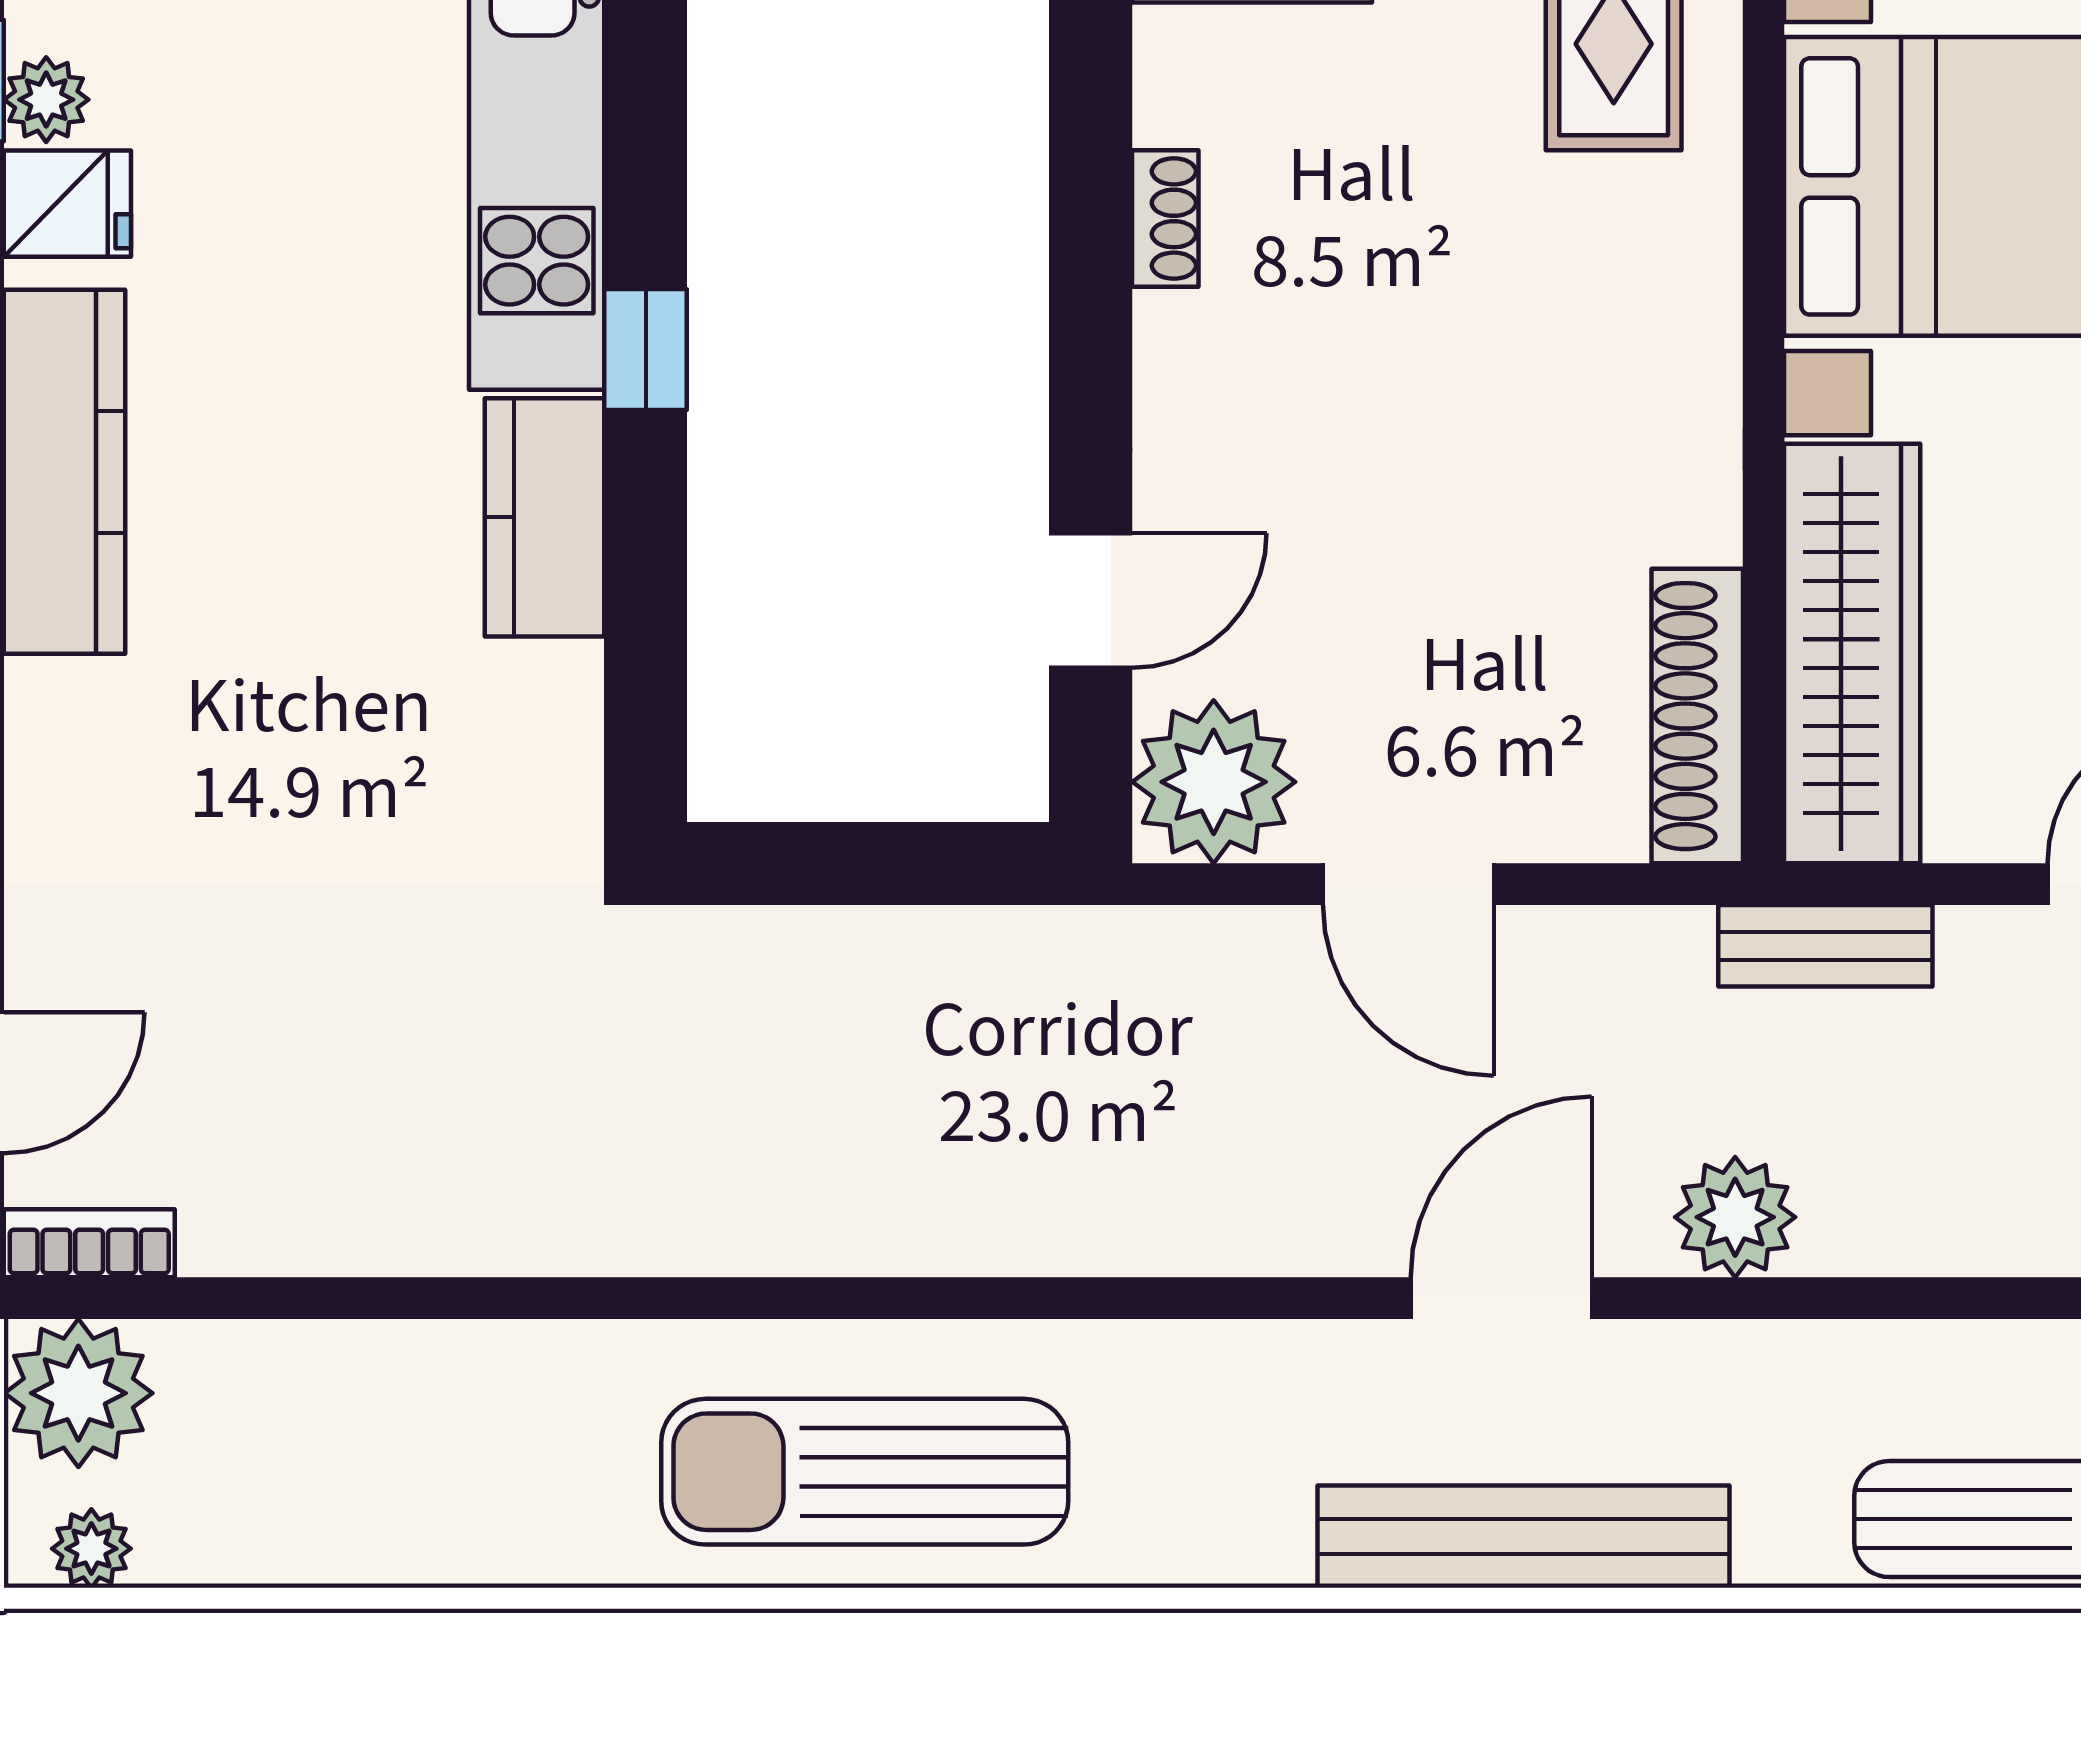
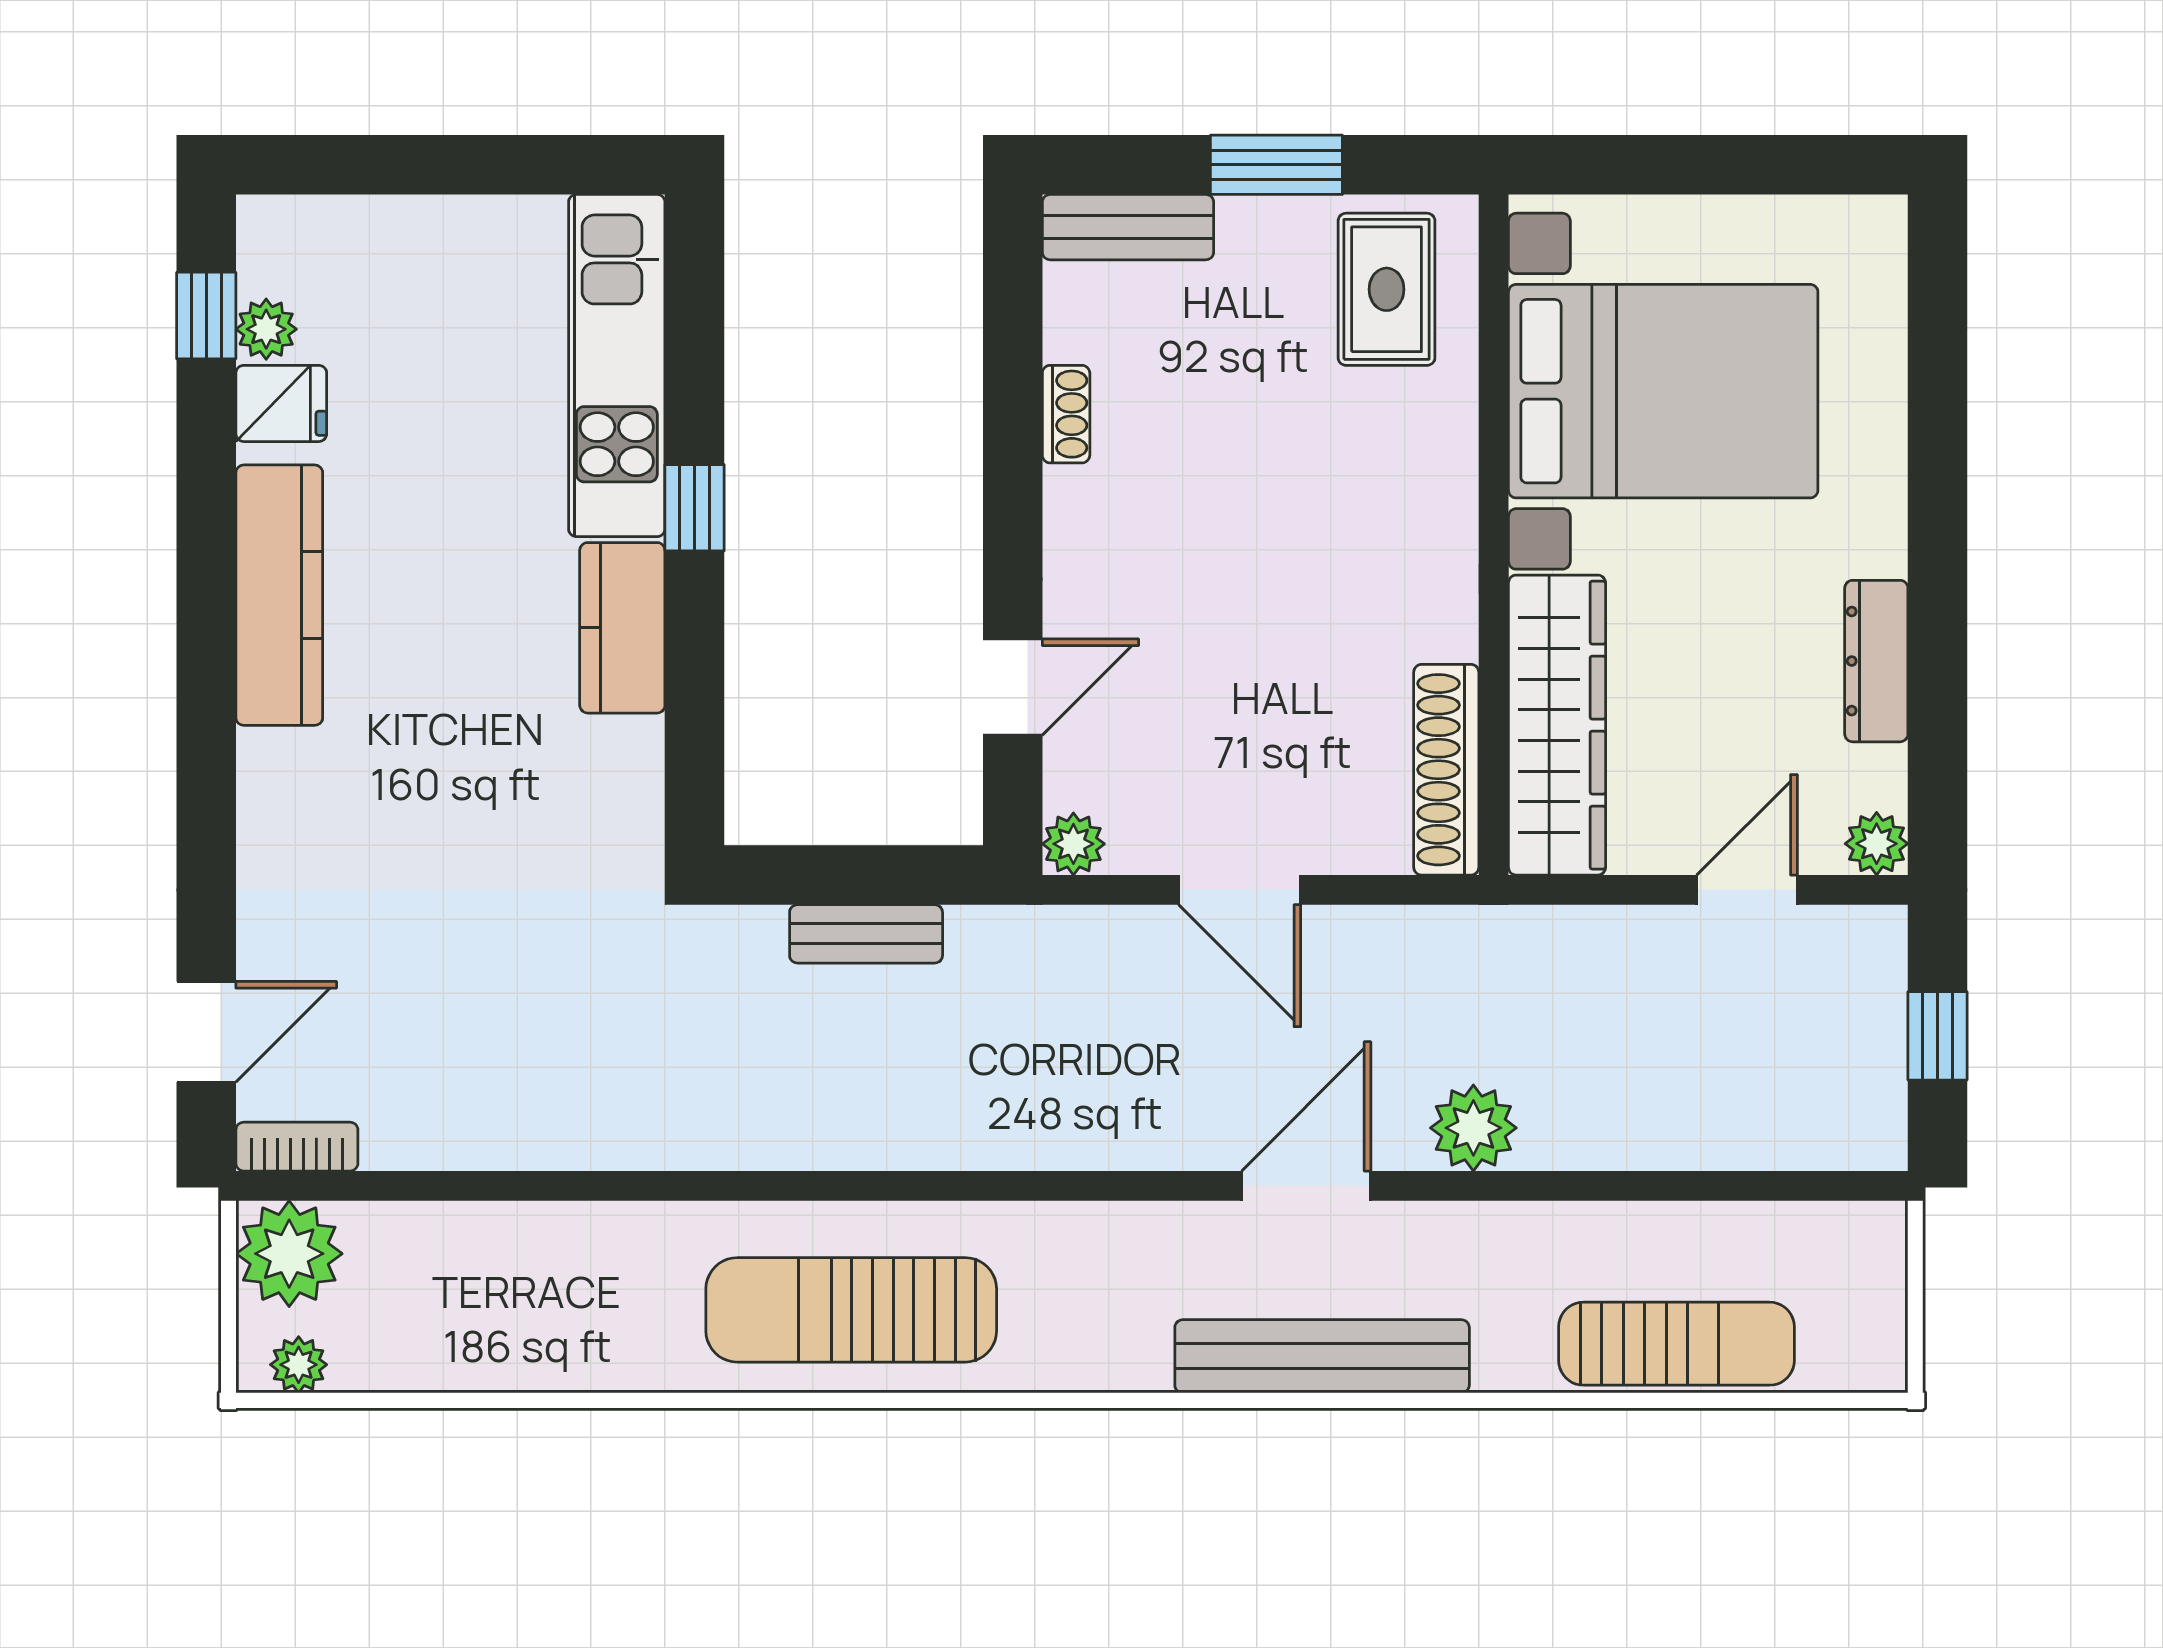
plant: (1214, 782) -> (1073, 844), width x0.53, depth x0.53
bench: (1825, 946) -> (866, 934), moved

